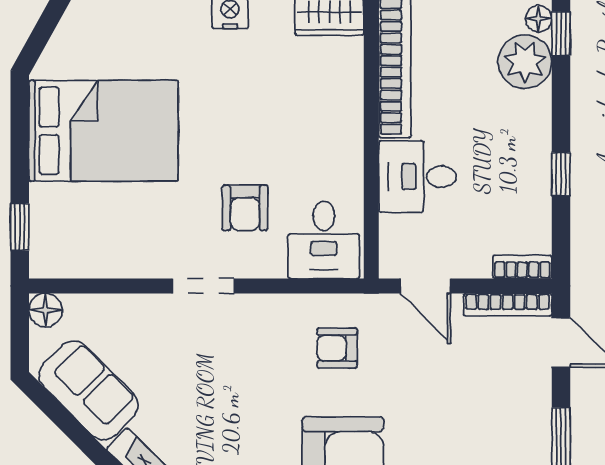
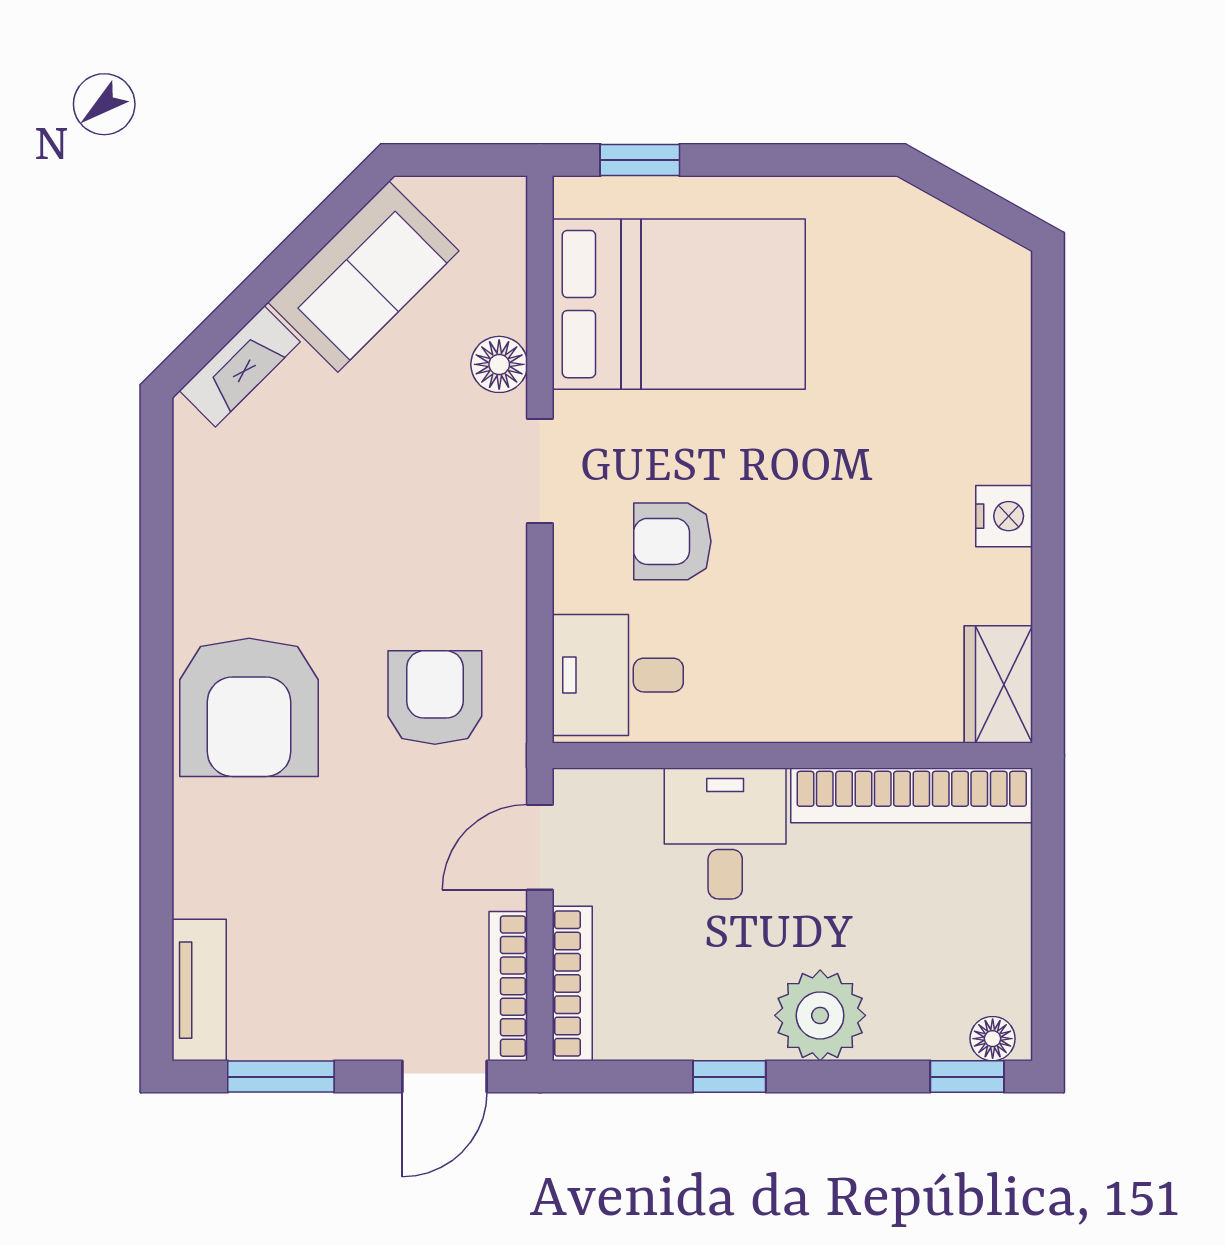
plant: (525, 62) -> (820, 1015), moved
bed: (104, 131) -> (679, 304), moved, turned -90
bookcase: (522, 267) -> (572, 983), width x1.56
floor lamp: (46, 310) -> (499, 364), moved
armchair: (337, 348) -> (435, 698), width x1.38, depth x1.38

